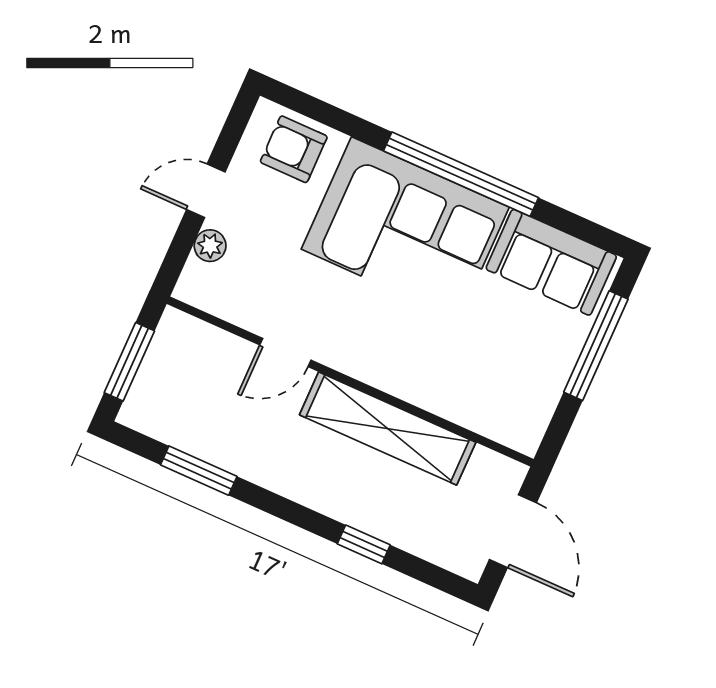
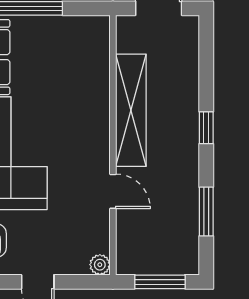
plant: (210, 246) -> (100, 265), moved
window: (364, 544) -> (206, 128), moved

